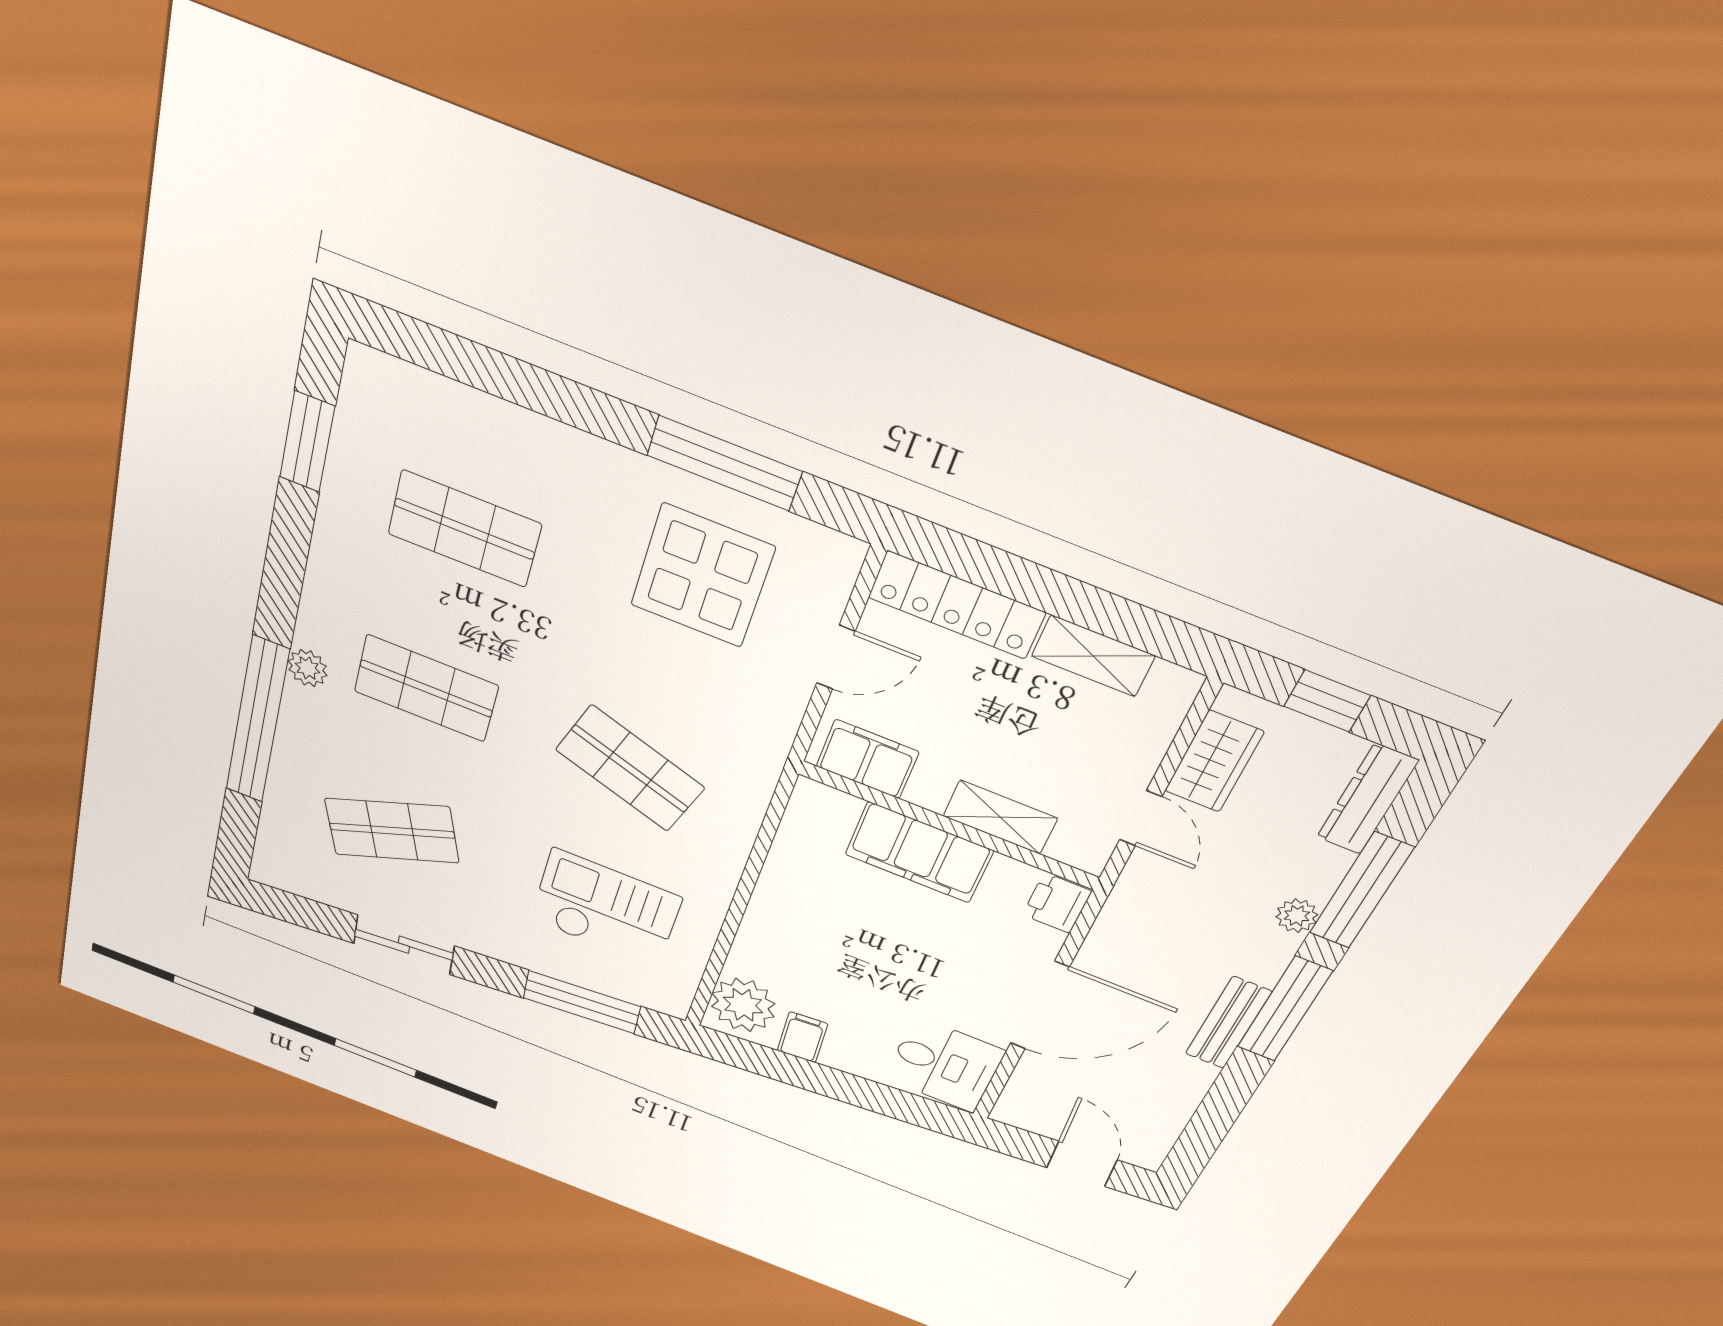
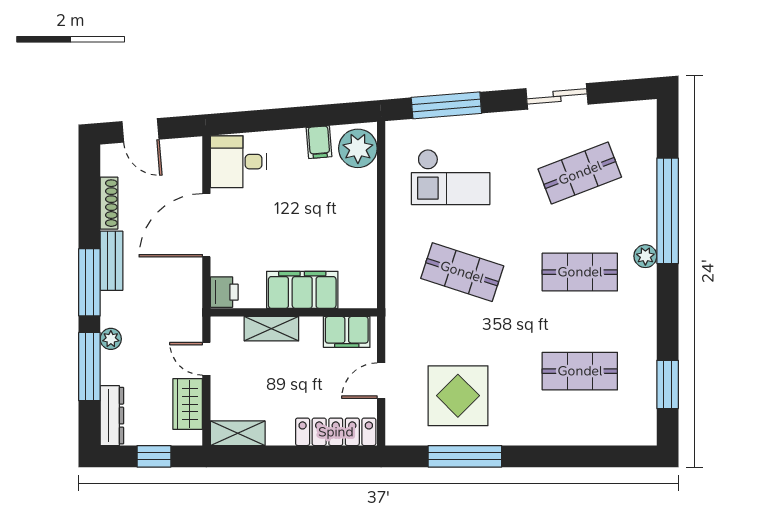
shelving: (1093, 656) -> (238, 433), moved
shoe rack: (1186, 1098) -> (109, 203), added

